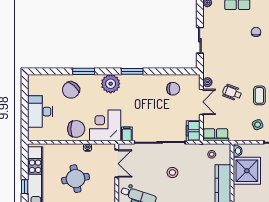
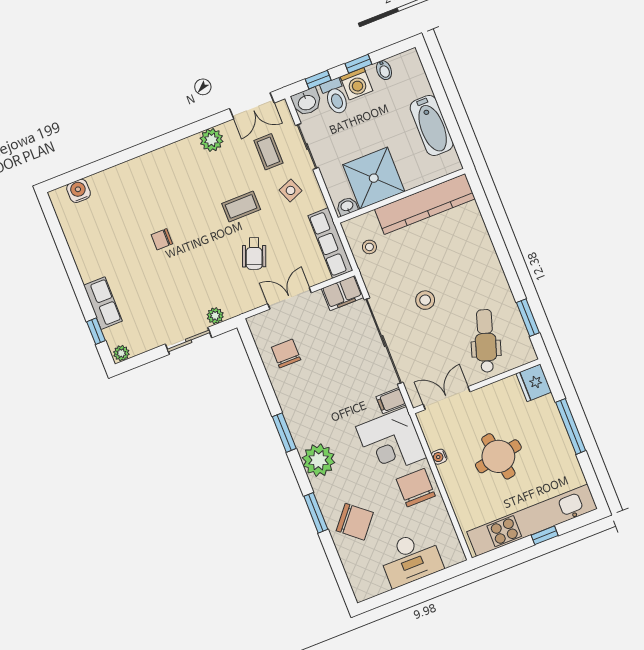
chair: (256, 32) -> (162, 239), moved
plant: (208, 82) -> (215, 316), moved
row of seats: (216, 135) -> (331, 243), width x1.48

